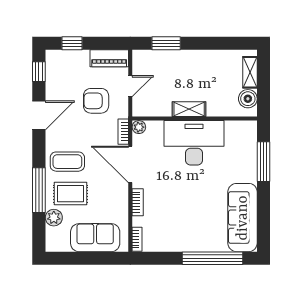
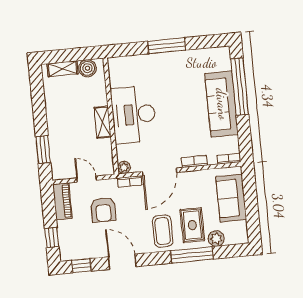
window: (264, 162) -> (167, 46), moved
sofa: (243, 218) -> (222, 104), moved, turned 90

